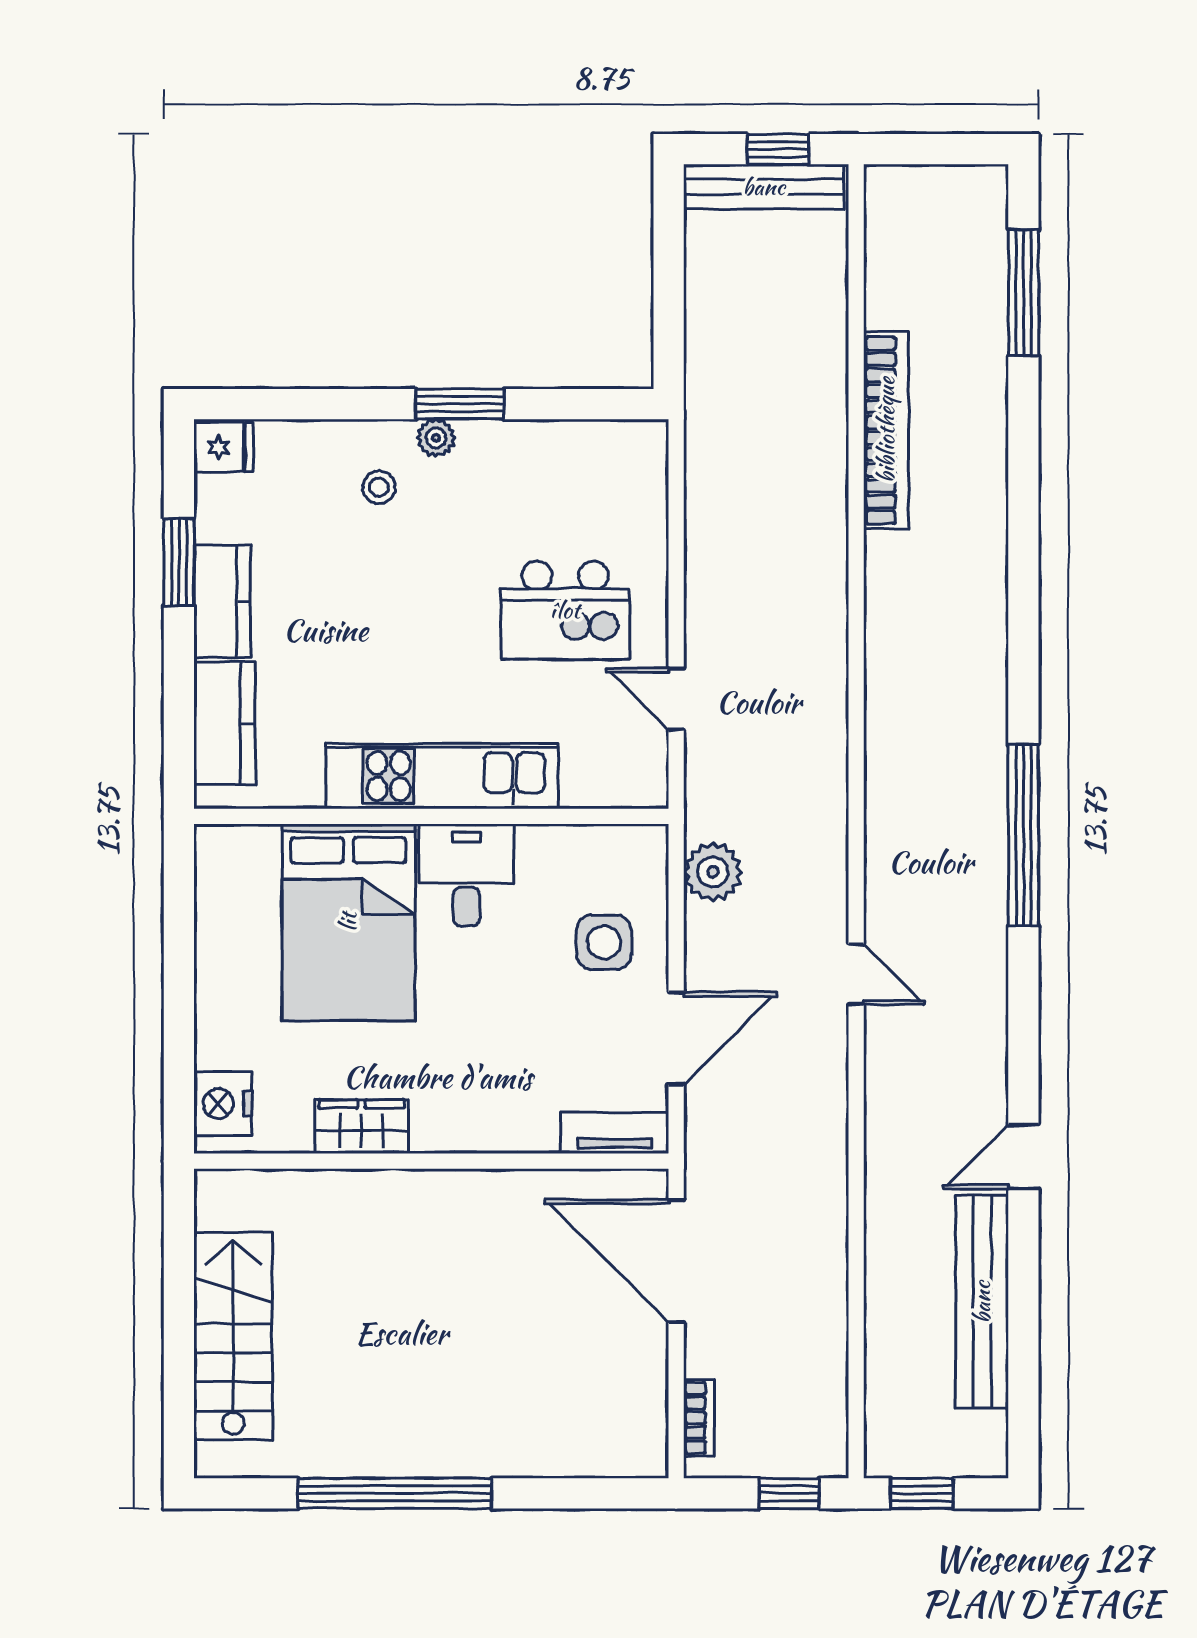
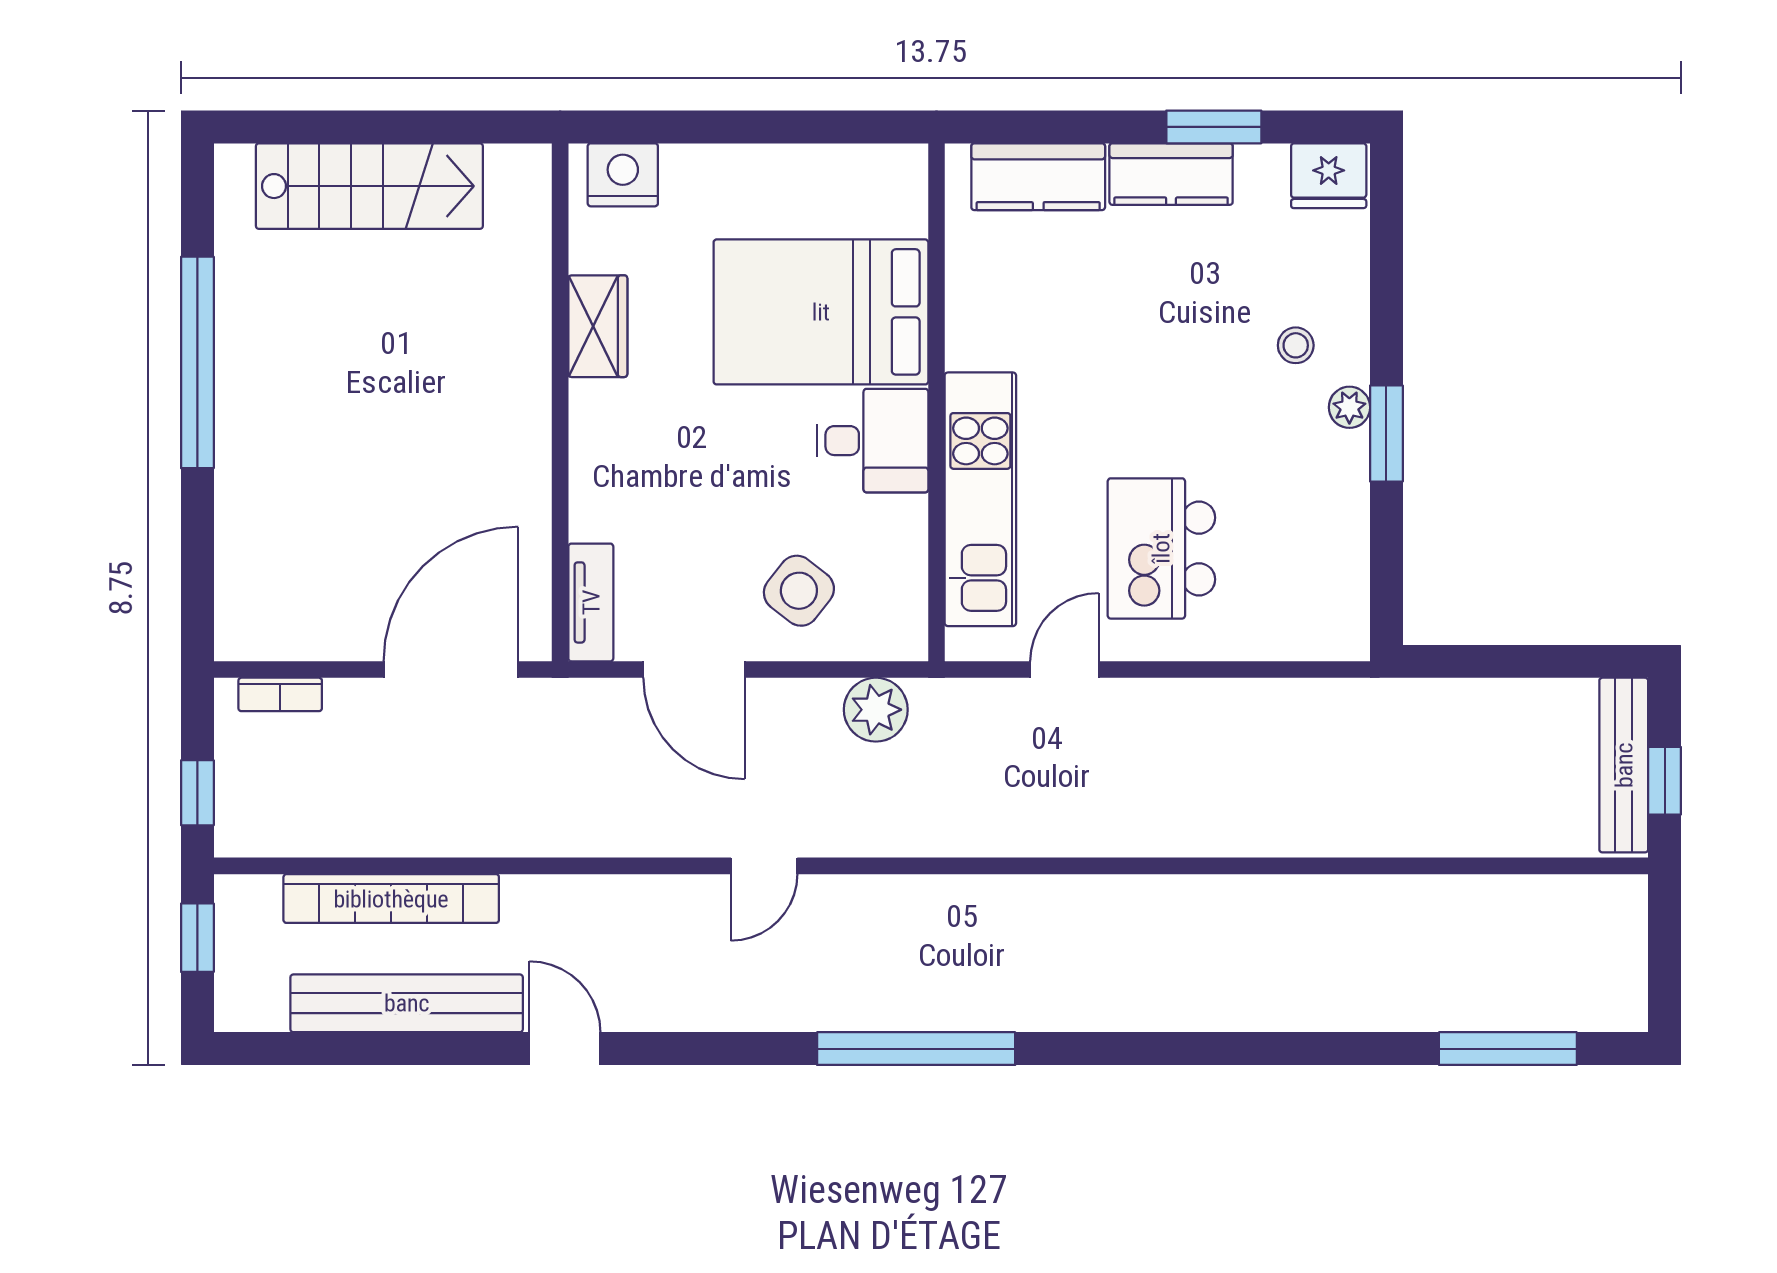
bookcase: (886, 430) -> (391, 899), moved
fridge: (224, 447) -> (1329, 176), width x1.38
kitchen unit: (442, 776) -> (980, 499), moved
side table: (604, 942) -> (799, 591), turned 38

